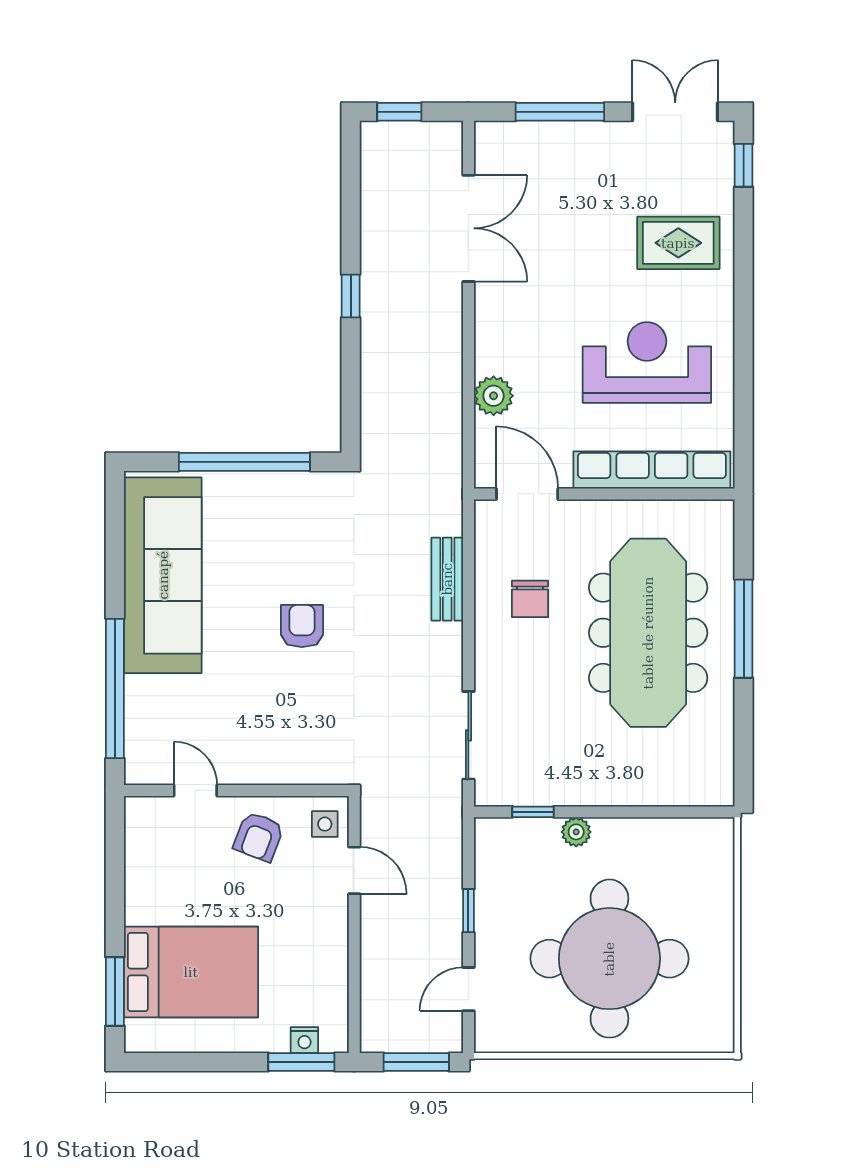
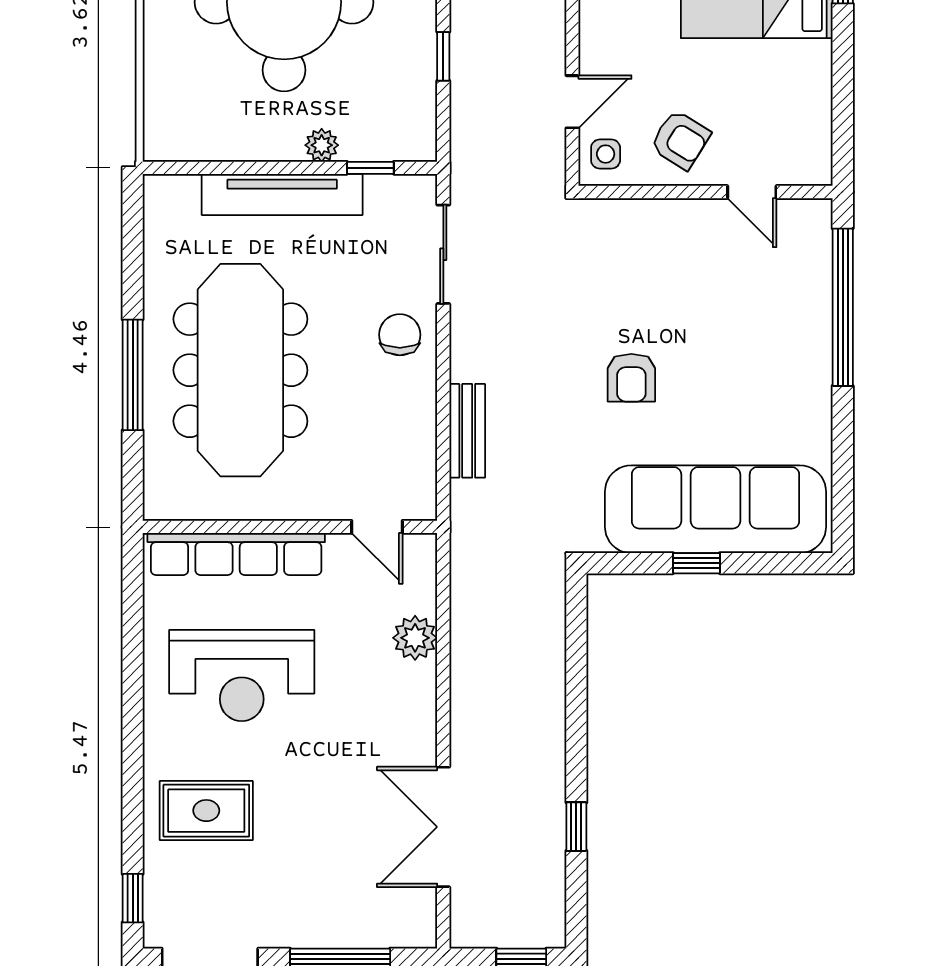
window: (351, 296) -> (576, 827), moved
window: (244, 462) -> (696, 563), width x0.32
door: (527, 494) -> (377, 527), width x0.73
sofa: (163, 575) -> (715, 509), moved, turned 90
chair: (530, 599) -> (400, 335), moved
tv unit: (611, 788) -> (282, 194), added
armchair: (259, 837) -> (680, 140), turned 101
door: (354, 870) -> (572, 102), swing flipped

